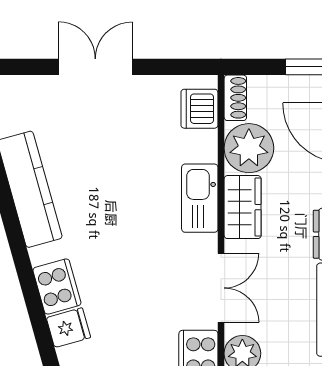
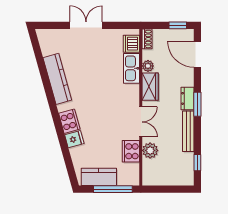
plant: (249, 148) -> (148, 66), width x0.53, depth x0.53
kitchen sink: (200, 198) -> (132, 68), moved

